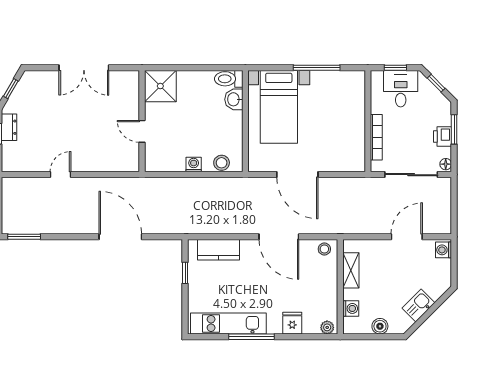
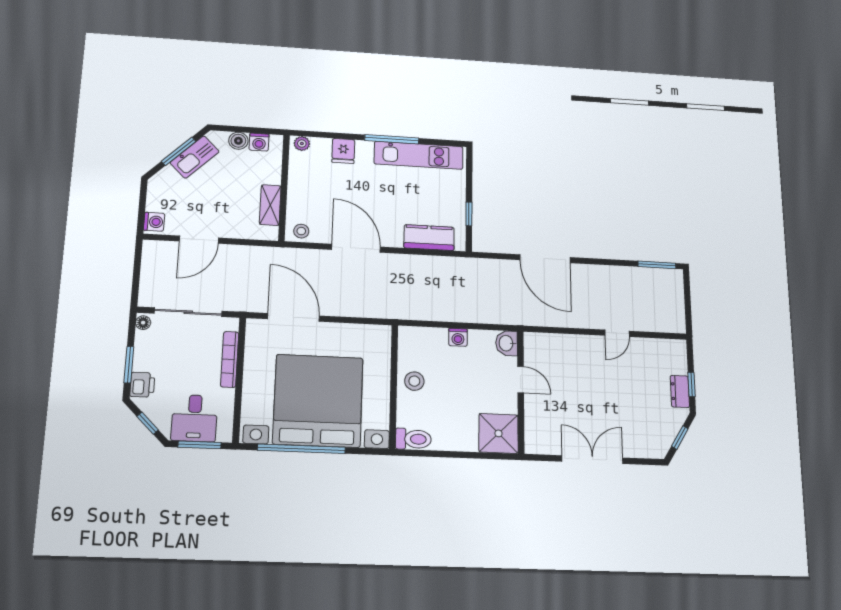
window: (317, 68) -> (301, 449), width x1.46
window: (395, 68) -> (200, 445), width x1.50
washbasin: (234, 99) -> (507, 343), moved, turned 180
bed with nightstands: (279, 107) -> (318, 401), width x1.85
printer: (442, 136) -> (142, 385), moved
stool: (222, 163) -> (414, 381), moved
door: (297, 175) -> (294, 317), moved
kitchen sink: (419, 305) -> (195, 157), width x1.38
washing machine: (351, 308) -> (259, 142), moved, turned -90
window: (428, 313) -> (179, 151), added

